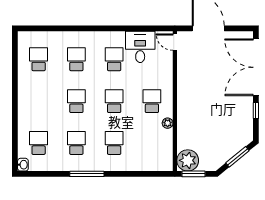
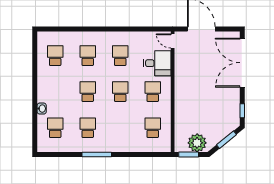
desk: (140, 47) -> (157, 63), moved, turned 90
window: (256, 110) -> (242, 111), moved
plant: (168, 123) -> (166, 111), removed
school desk: (114, 143) -> (153, 128), moved
plant: (188, 160) -> (197, 143), moved
washbasin: (23, 165) -> (42, 109), moved

